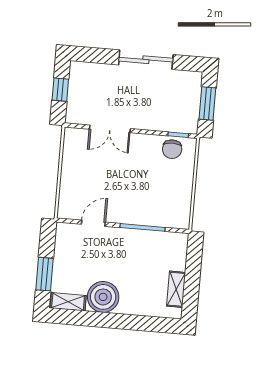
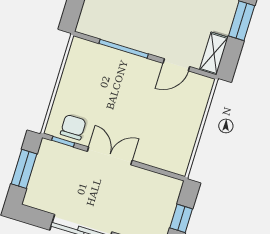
double door: (110, 129) -> (110, 156), moved
shelving: (63, 240) -> (214, 53), added

